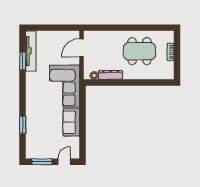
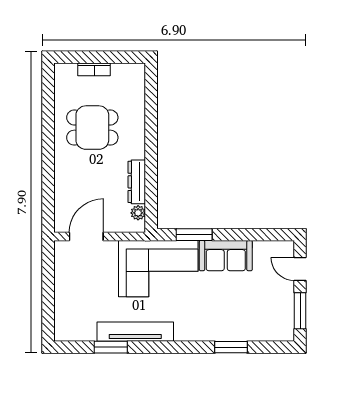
door: (81, 48) -> (86, 236), swing flipped
tv unit: (31, 51) -> (135, 332), moved
dining table: (140, 51) -> (92, 128), width x0.73
window: (83, 105) -> (194, 235), added

